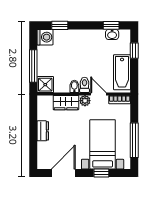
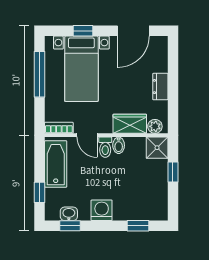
washing machine: (45, 37) -> (102, 210), moved, turned 90
window: (33, 66) -> (173, 172), width x0.46
plant: (85, 101) -> (155, 126), moved

